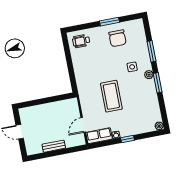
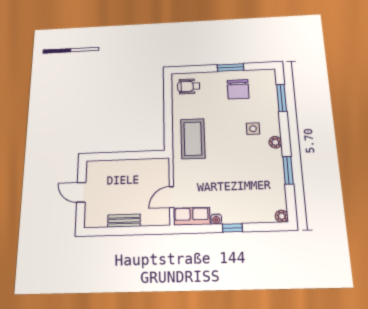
window: (152, 51) -> (282, 98), moved
window: (158, 83) -> (288, 170), moved
coffee table: (111, 96) -> (193, 139), moved

